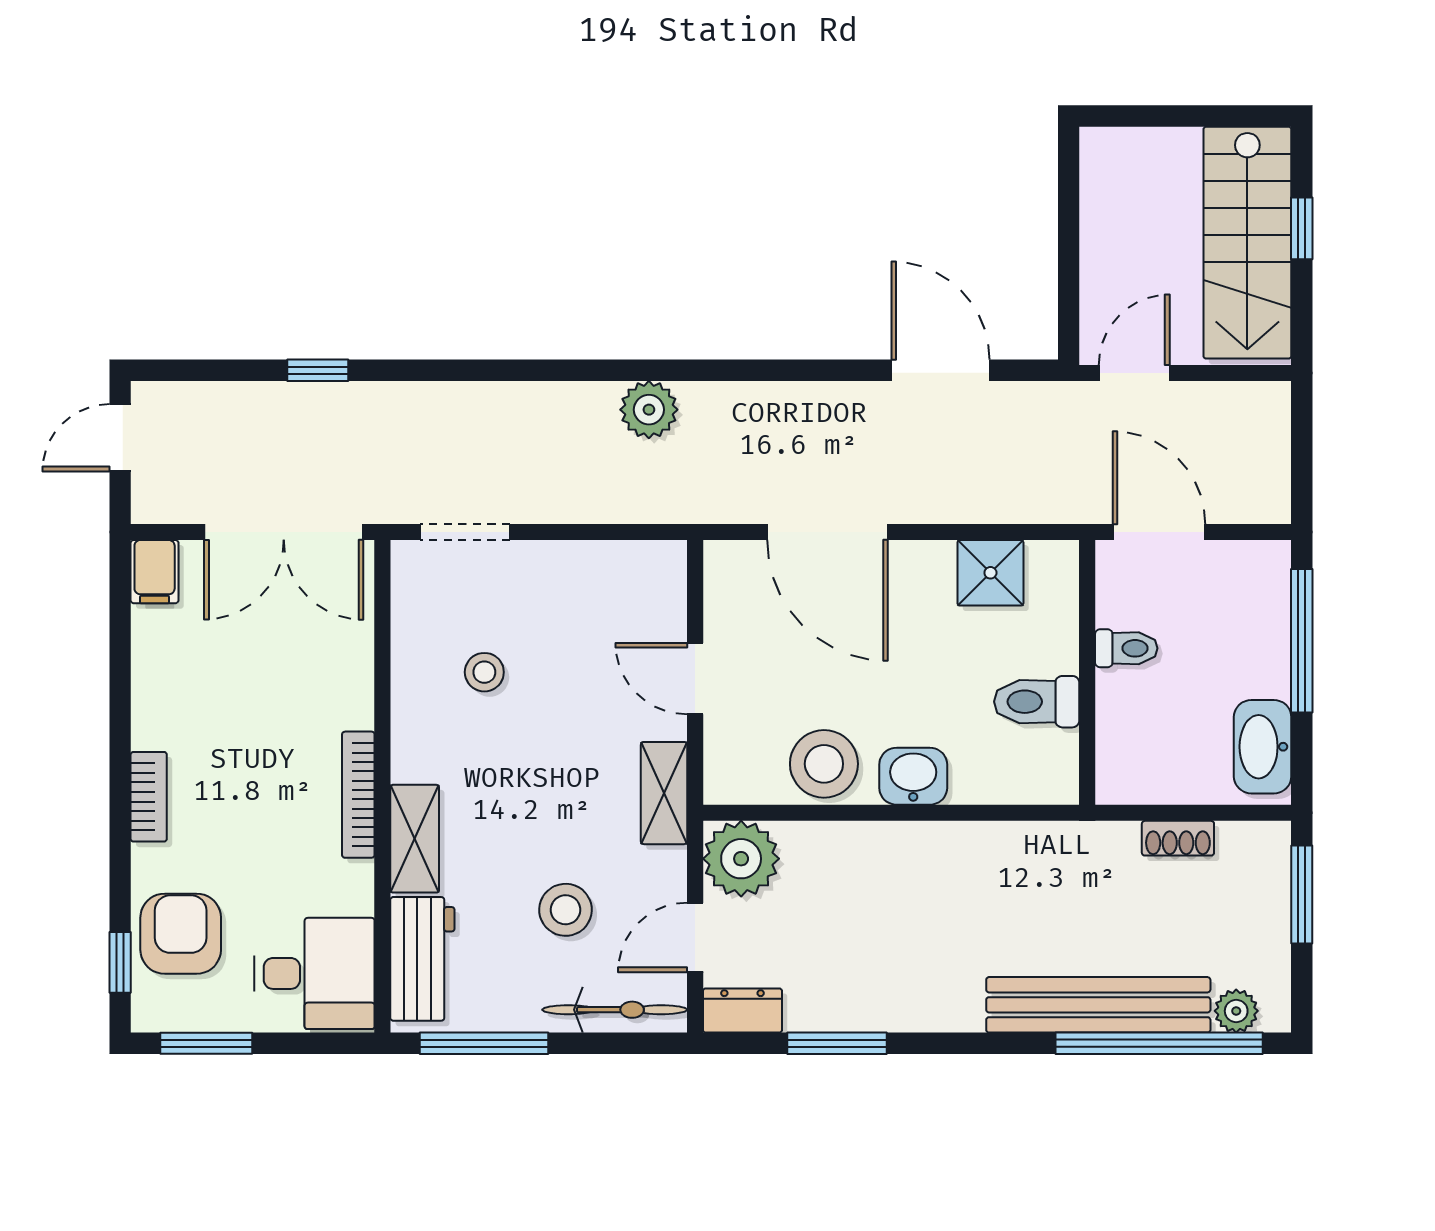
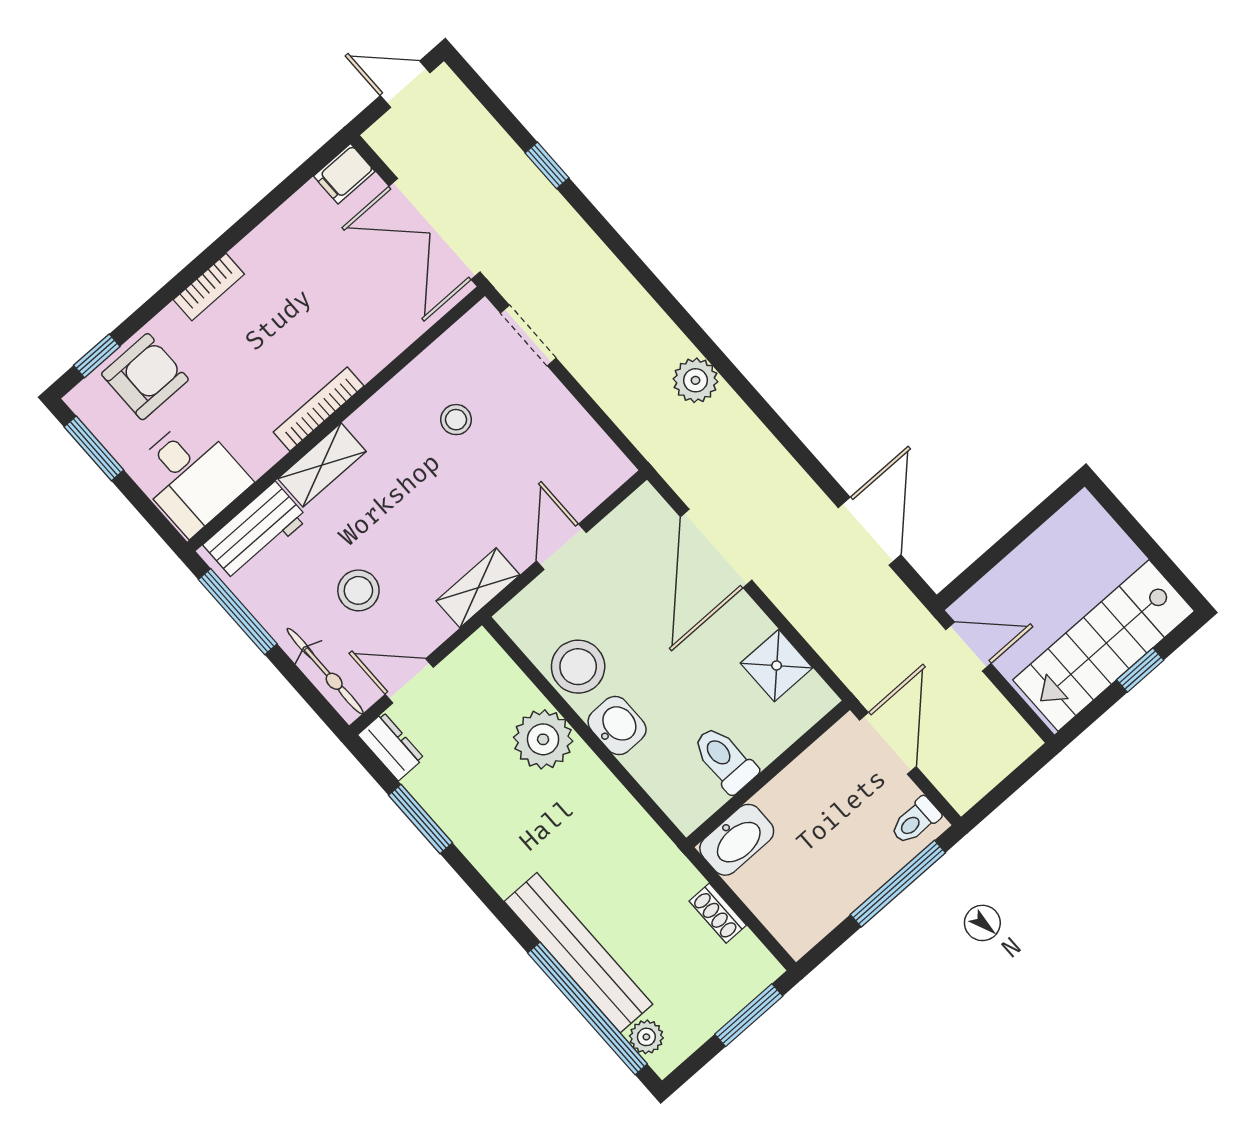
toilet: (1126, 648) -> (915, 821), moved, turned 90
washbasin: (1263, 747) -> (737, 840), moved, turned 180
plant: (741, 859) -> (543, 739), moved

